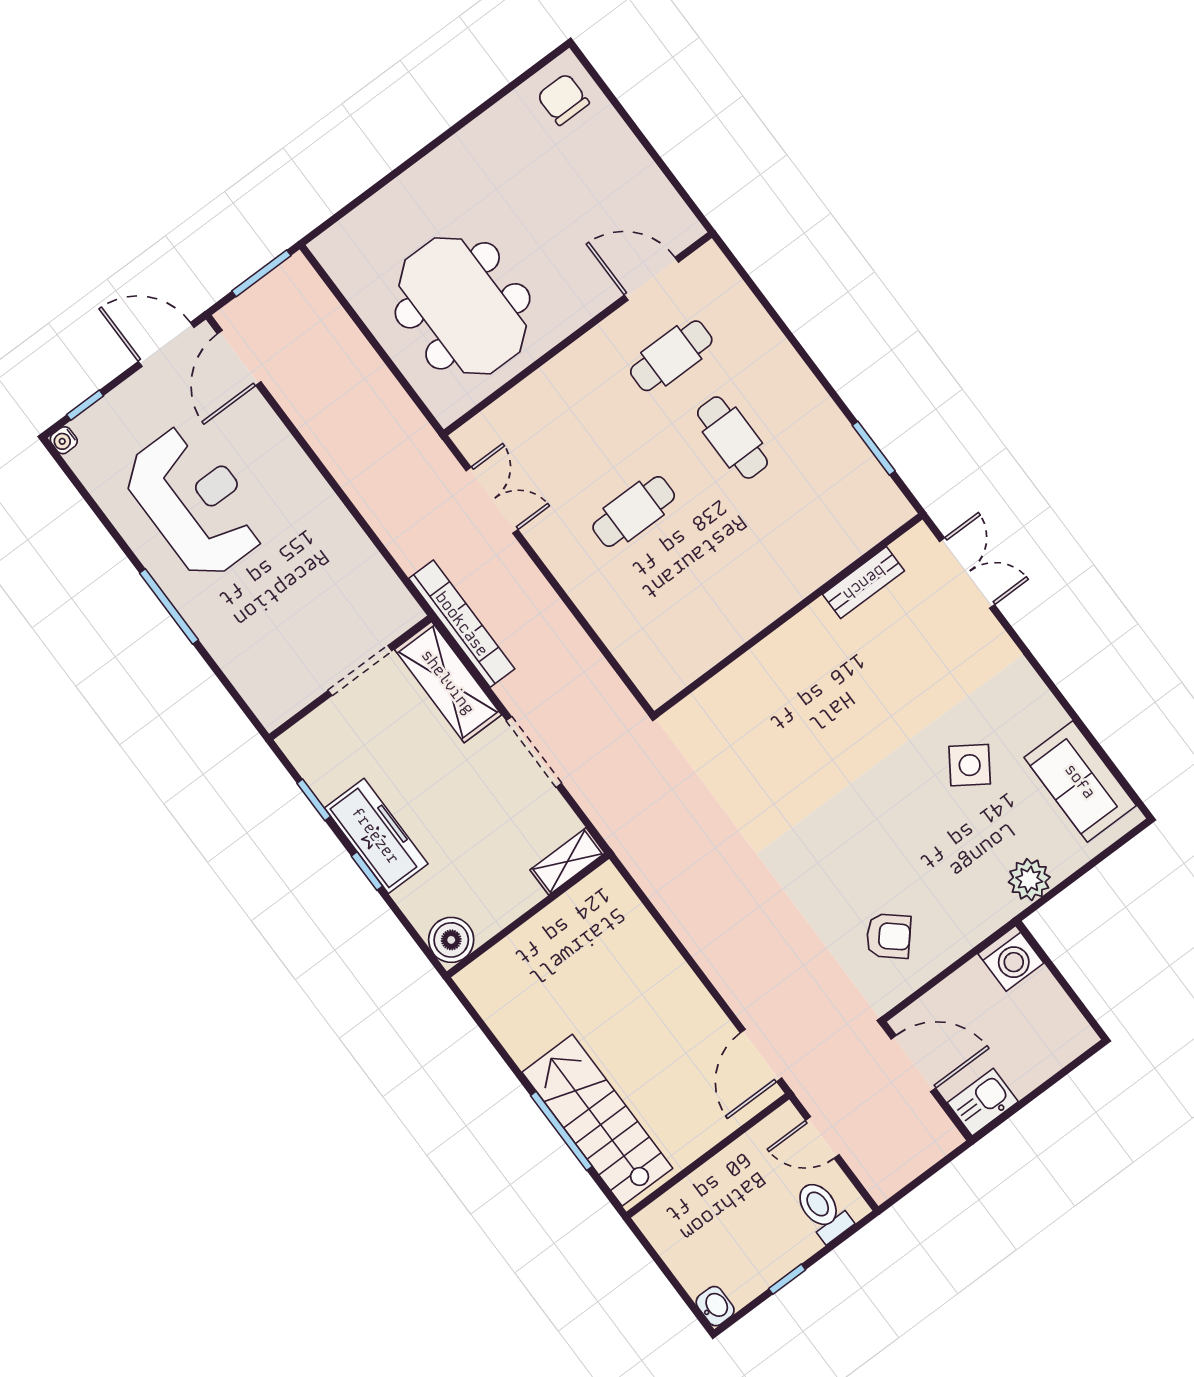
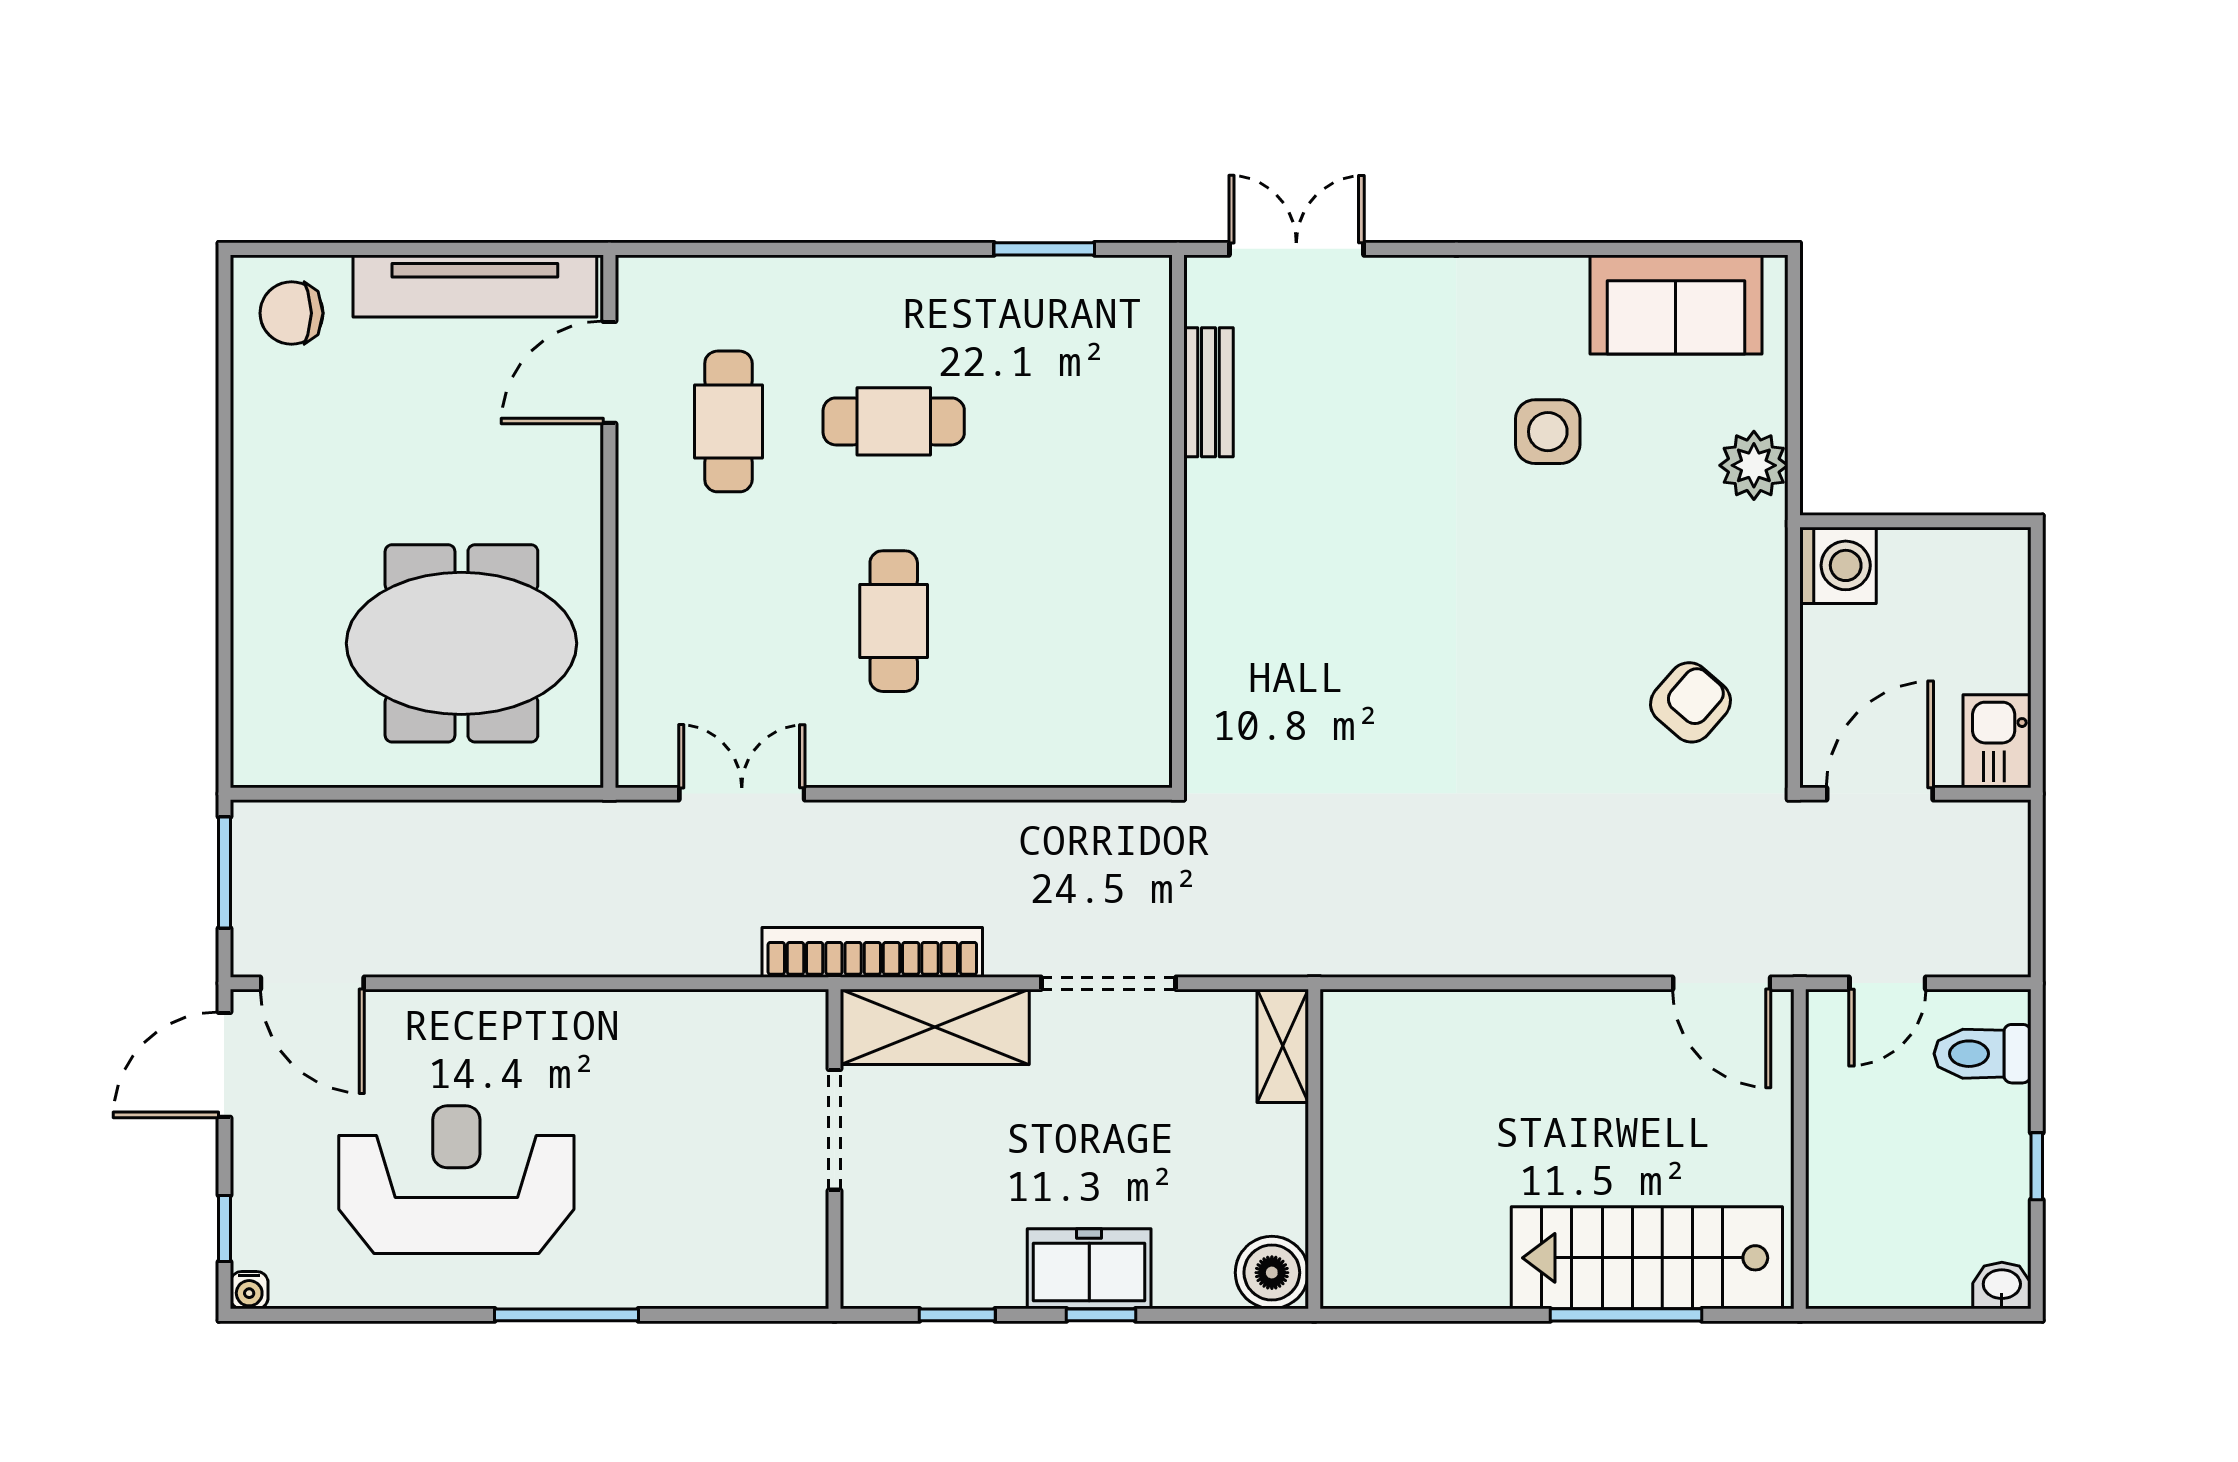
tv unit: (644, 180) -> (475, 286), added
side table: (970, 765) -> (1548, 432), turned -34
freezer: (376, 836) -> (1089, 1269), width x0.71

